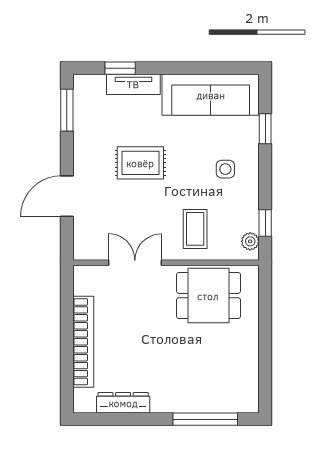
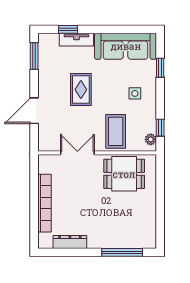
rug: (140, 163) -> (81, 90), turned 90
coffee table: (195, 229) -> (116, 131), width x1.36, depth x1.30

